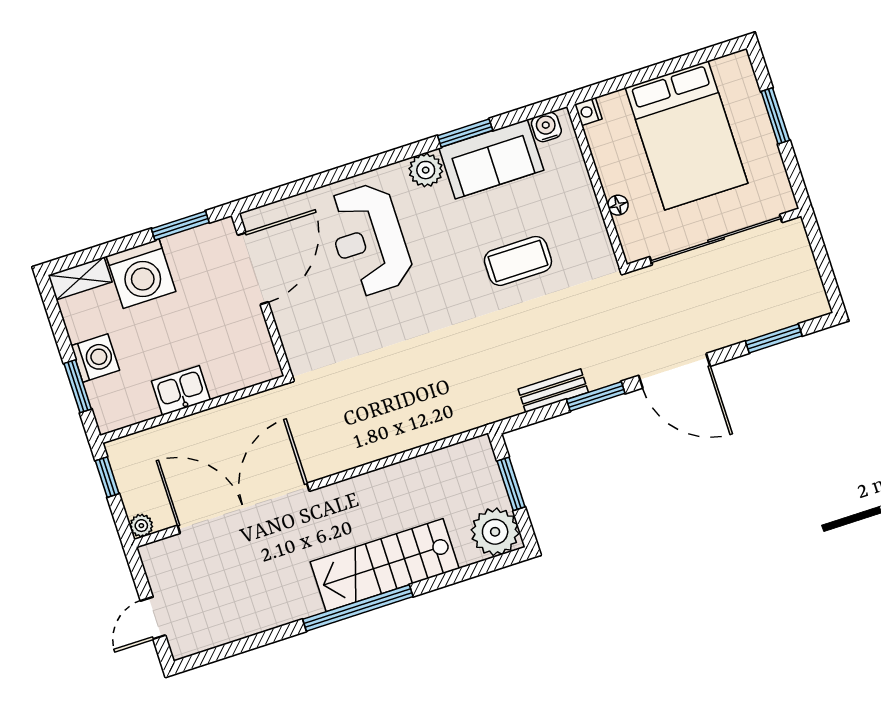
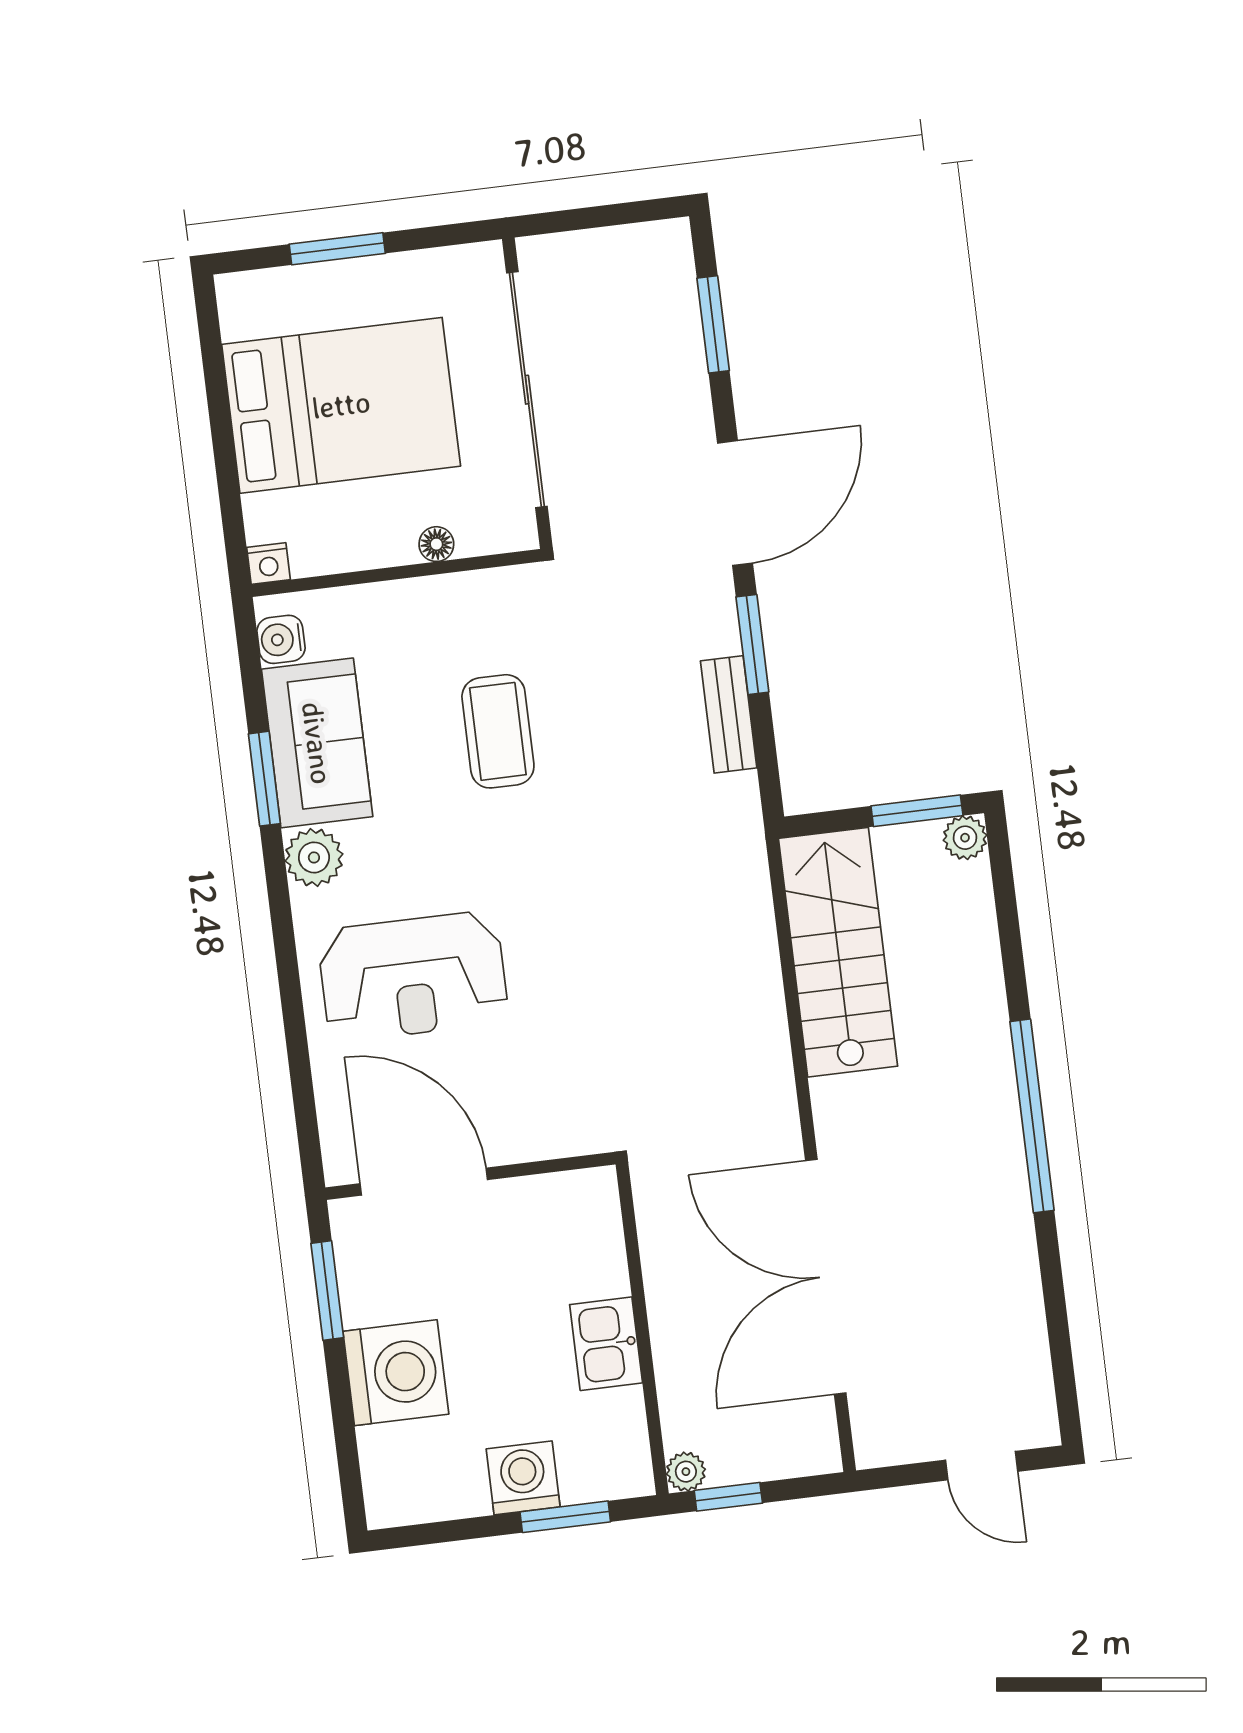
shelving: (80, 279) -> (384, 1477), removed
window: (511, 484) -> (917, 811), moved
plant: (141, 526) -> (686, 1472), moved
plant: (495, 532) -> (965, 838), width x0.53, depth x0.53
stairs: (385, 565) -> (838, 952), moved, turned 180

